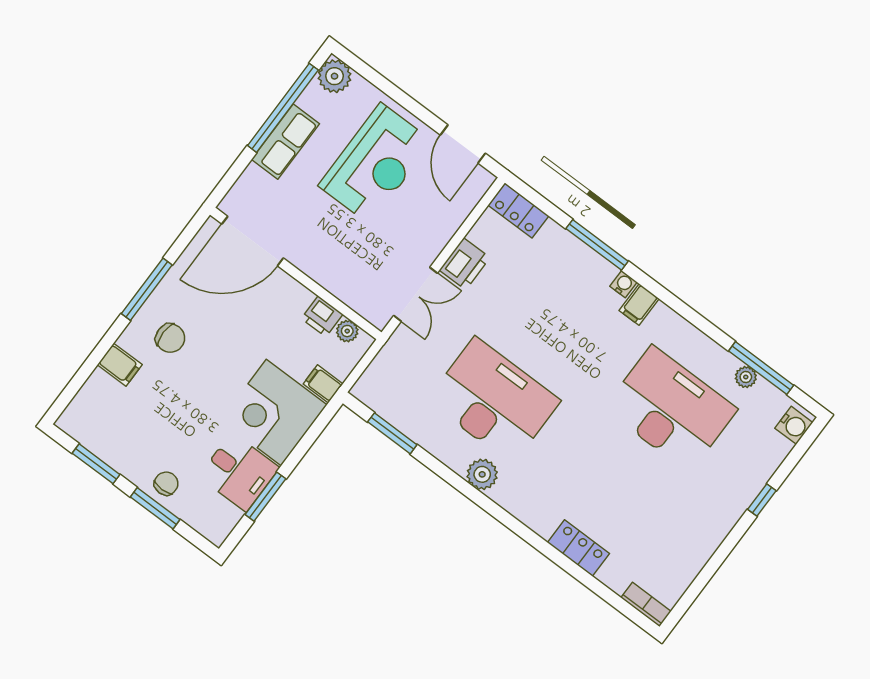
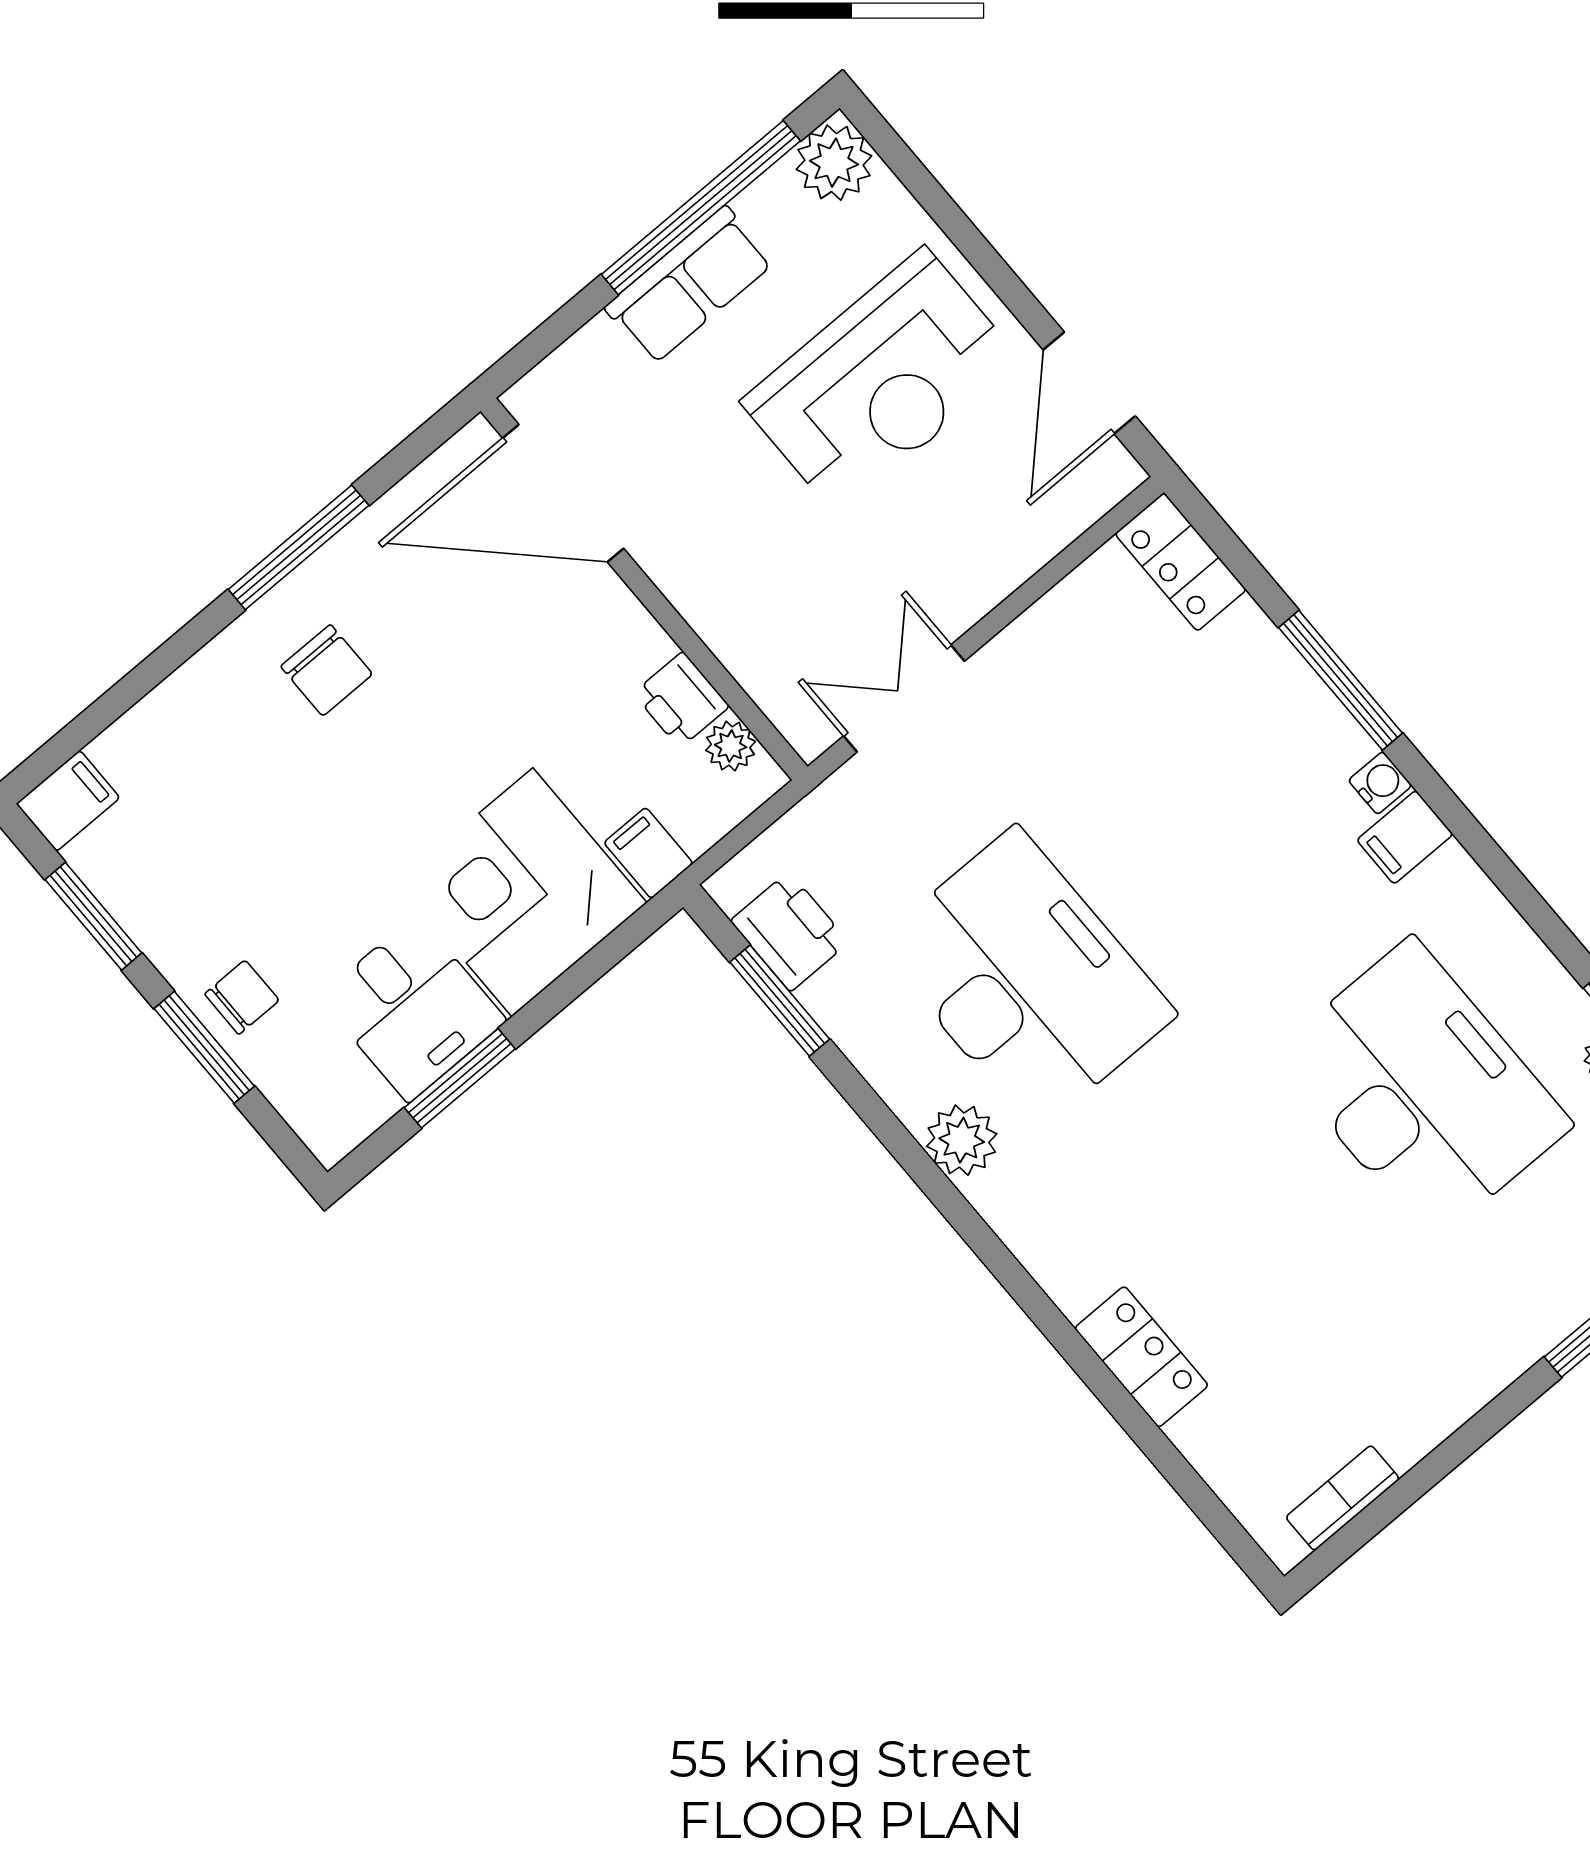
printer: (465, 264) -> (790, 932), moved, turned -90
double door: (415, 294) -> (904, 698), swing flipped
filing cabinet: (120, 365) -> (68, 801), moved, turned -90
bookcase: (646, 604) -> (1343, 1498), moved, turned -90

